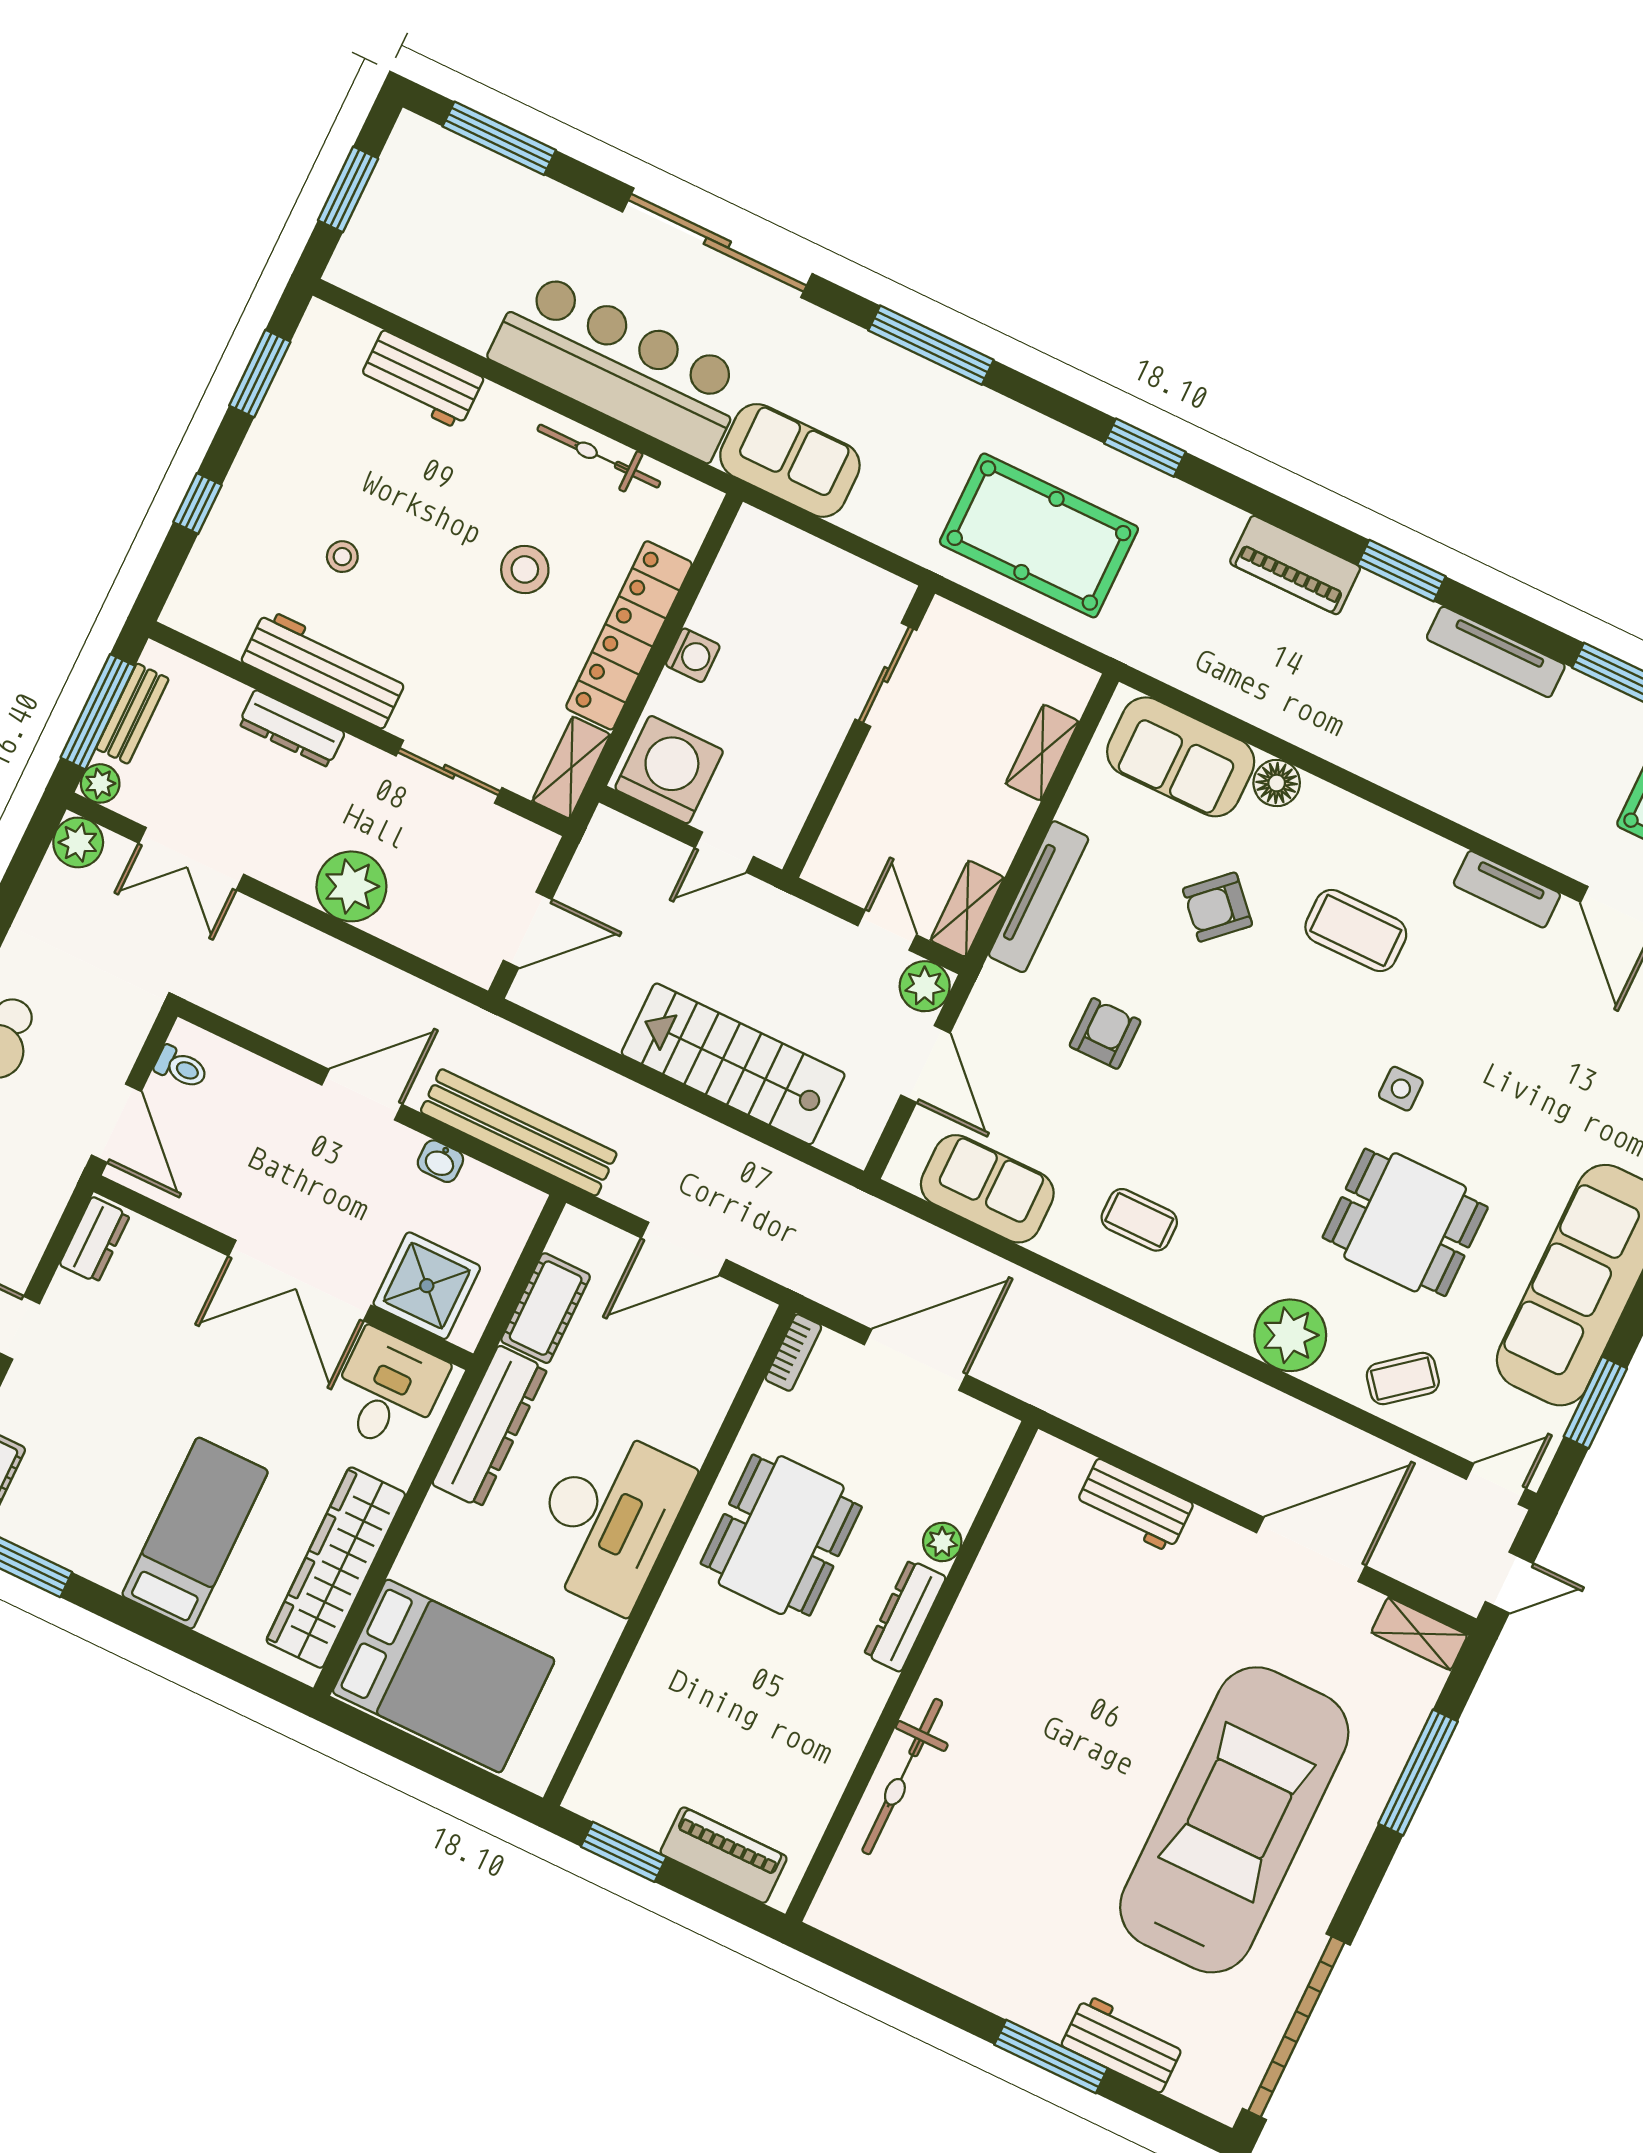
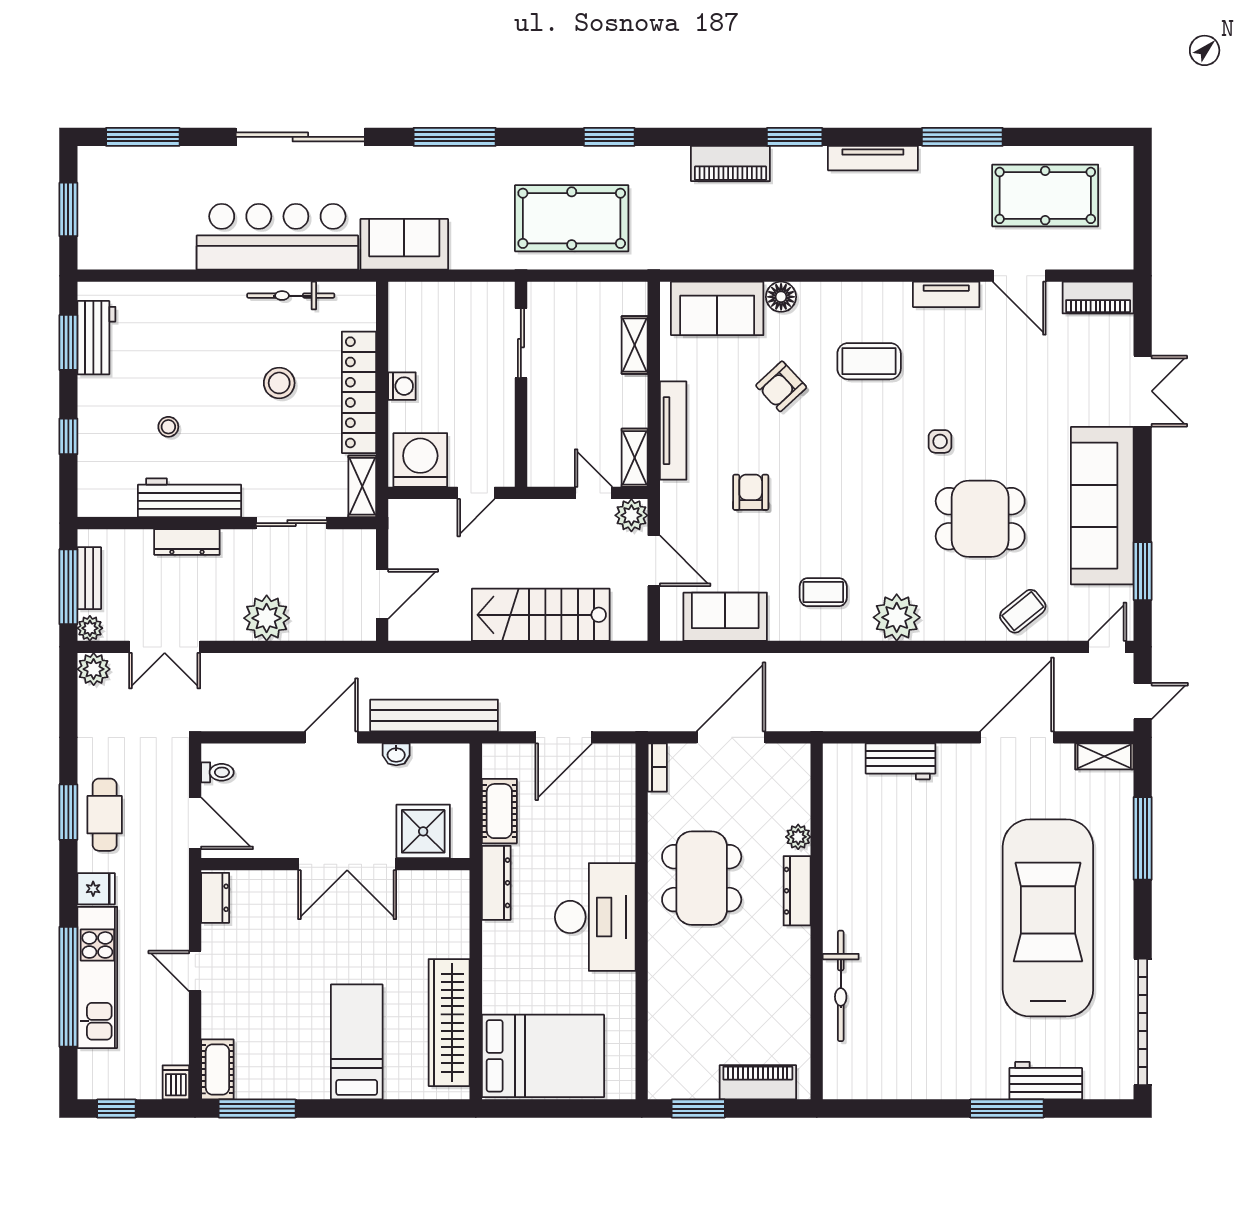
workbench: (421, 380) -> (96, 338), moved, turned -90
plant: (1290, 1335) -> (897, 617), moved
desk: (388, 1390) -> (430, 904), removed
dresser: (490, 1426) -> (496, 883), width x0.73, depth x0.80

